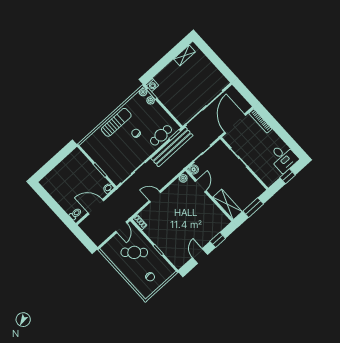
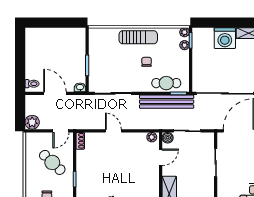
washing machine: (152, 85) -> (225, 38), moved, width x1.89, depth x1.89
plant: (98, 238) -> (32, 122), added

